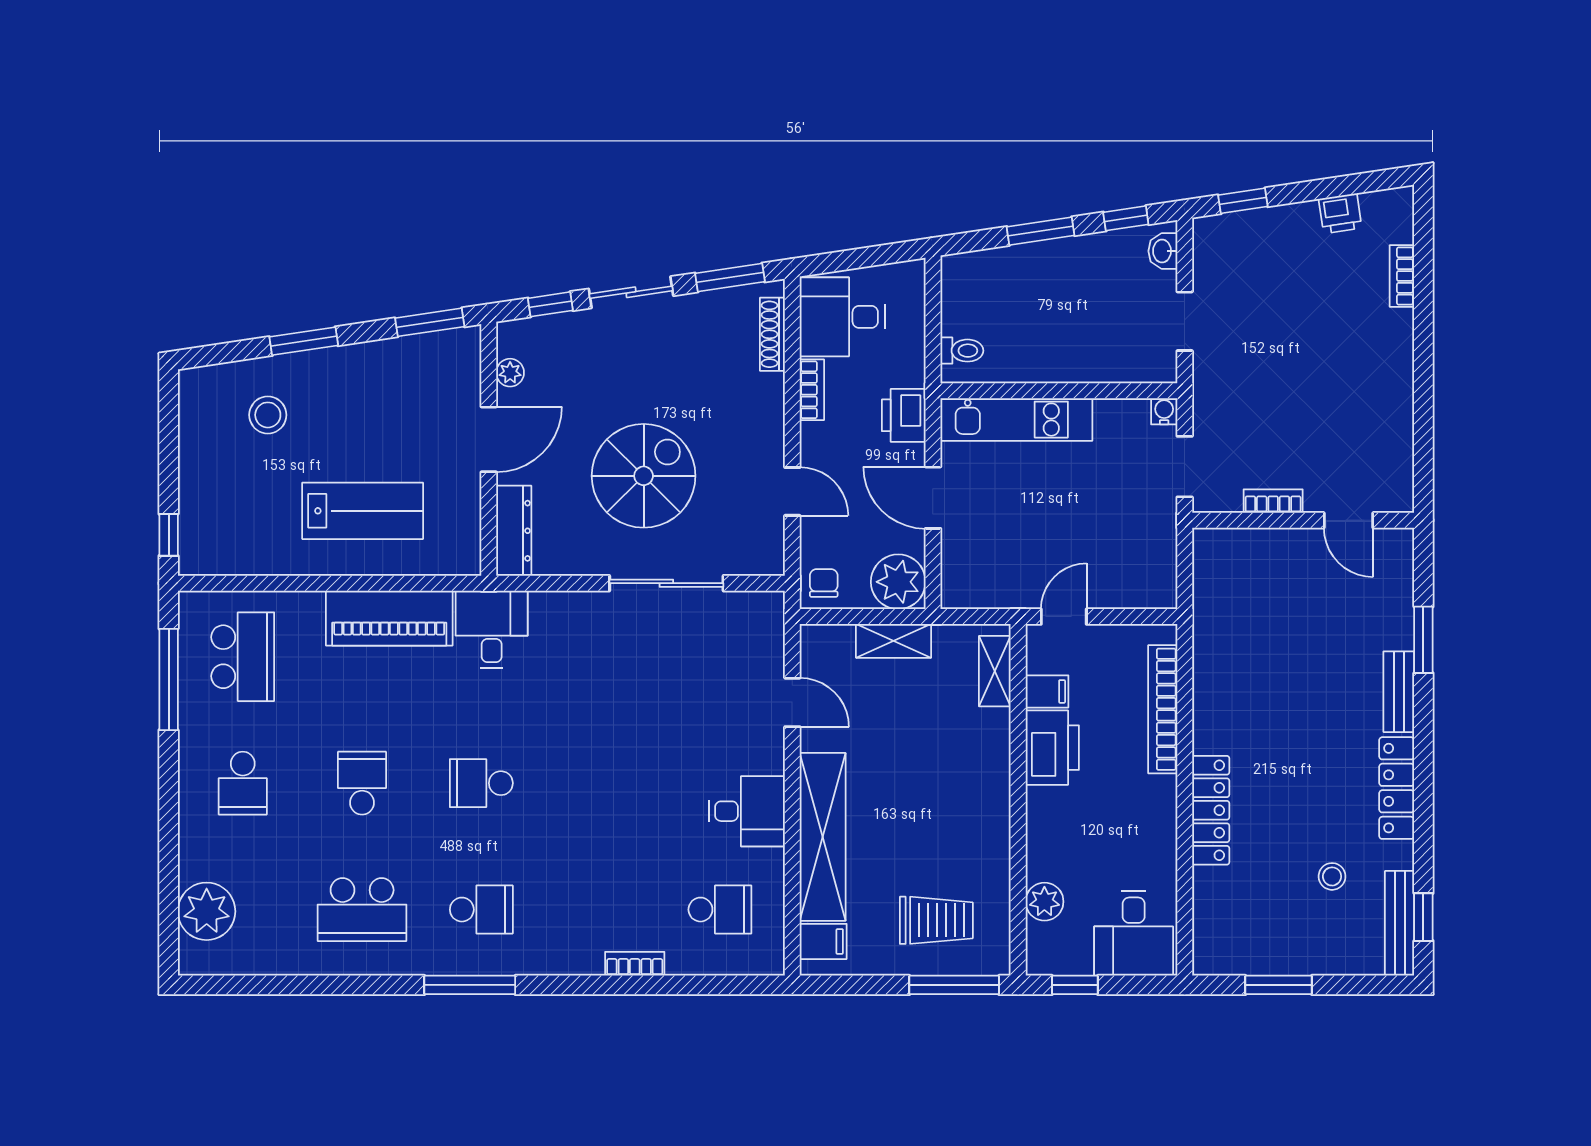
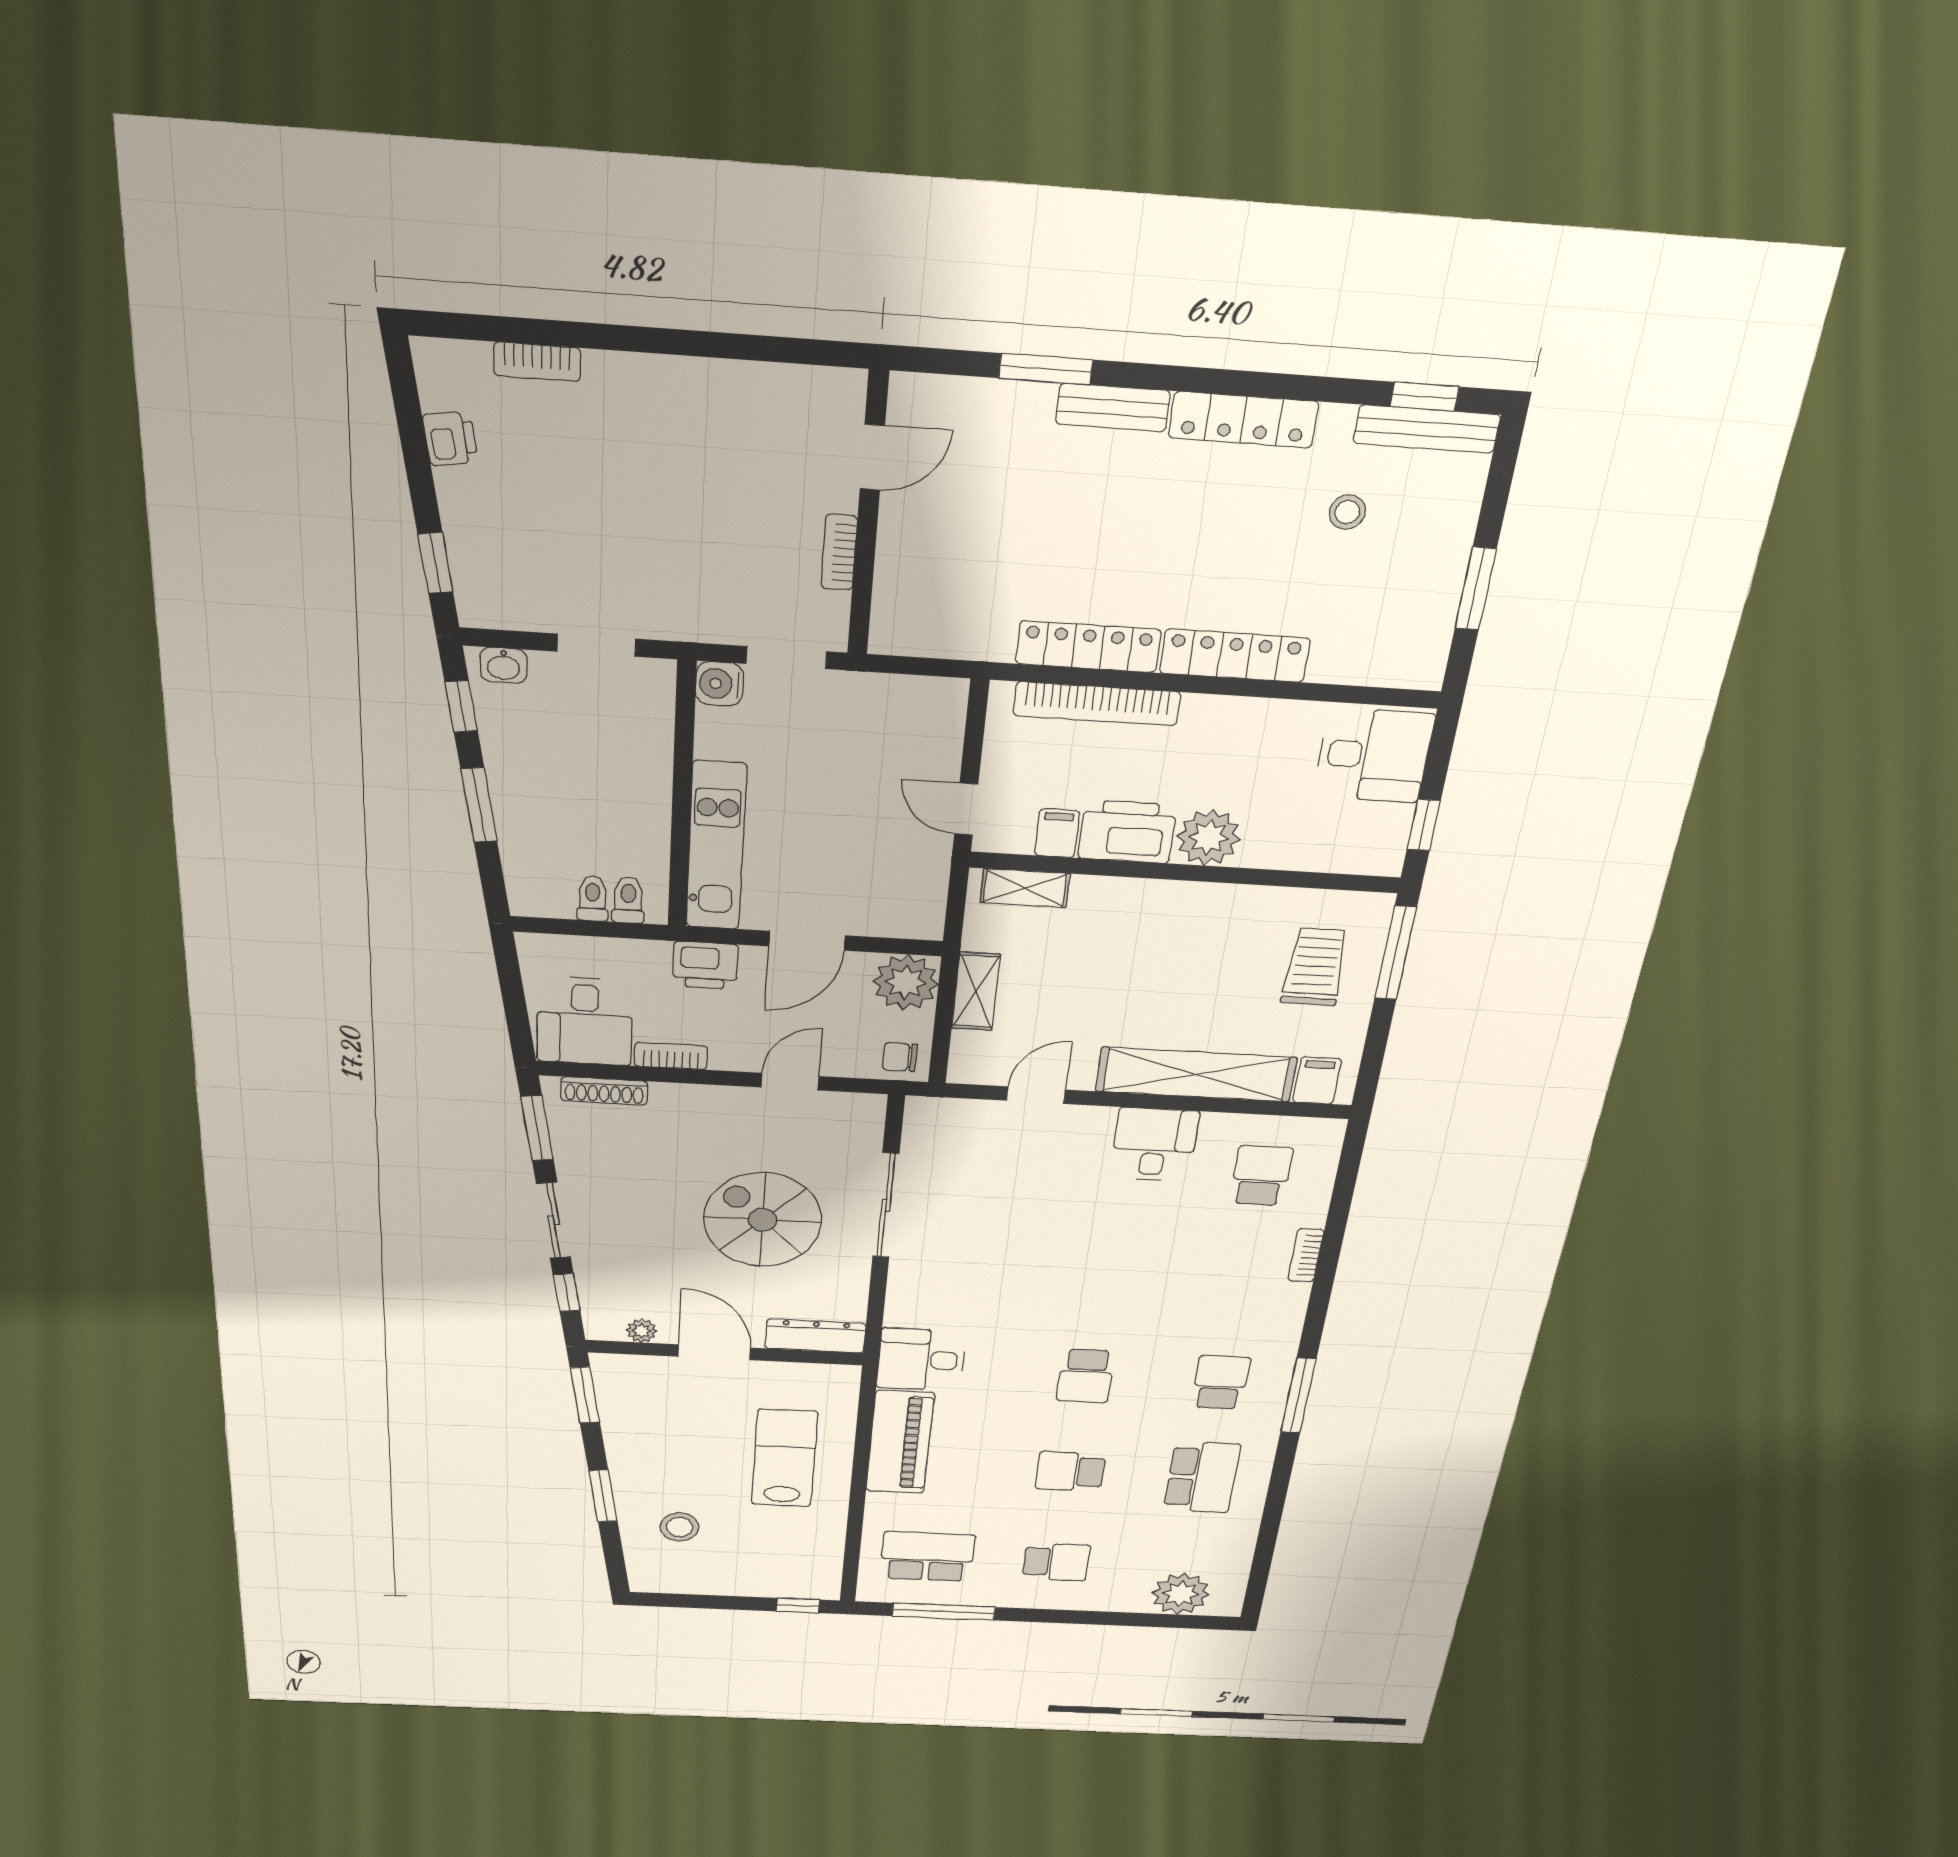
toilet: (961, 322) -> (592, 899), added
water cooler: (1164, 411) -> (719, 684), width x1.38, depth x1.38
locker: (1210, 697) -> (1088, 647), added
plant: (1044, 902) -> (1209, 838), moved, width x1.36, depth x1.36

